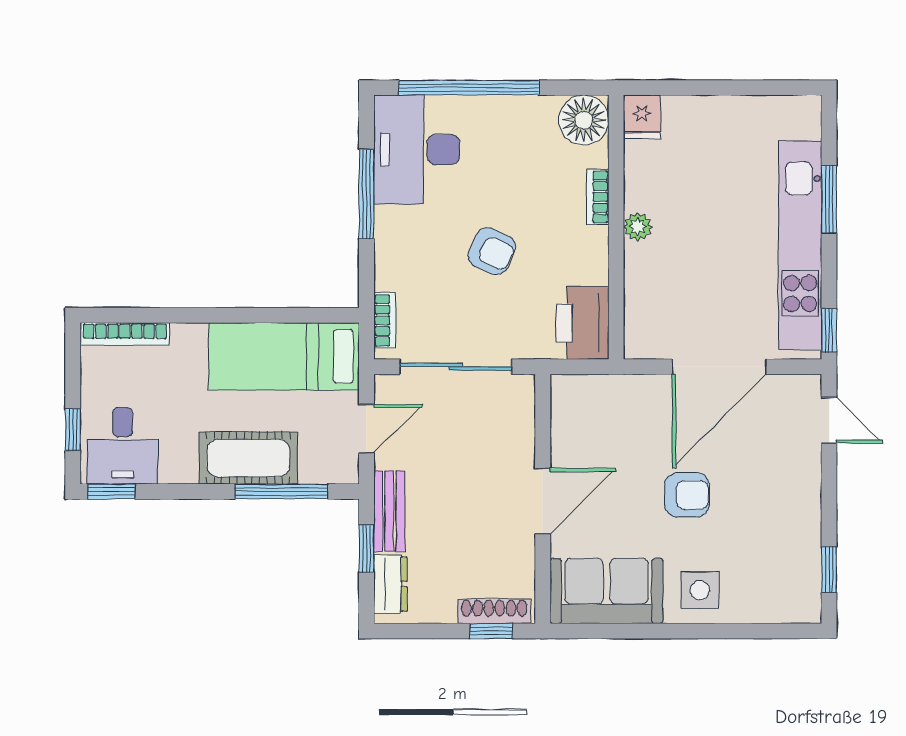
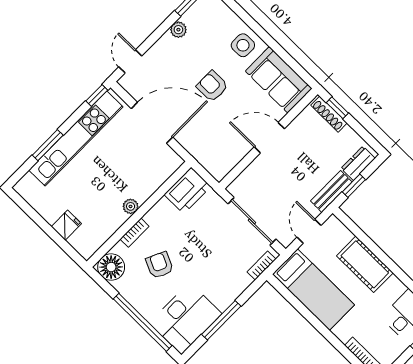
fridge: (642, 117) -> (66, 225), moved
armchair: (492, 251) -> (160, 265), moved
door: (366, 429) -> (309, 231), hinge flipped
window: (281, 492) -> (365, 239), removed
plant: (807, 526) -> (178, 30), added

